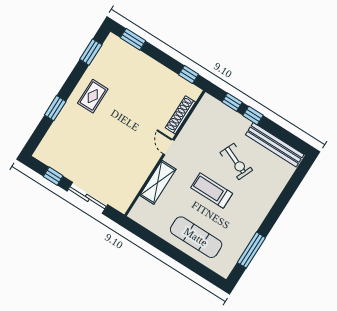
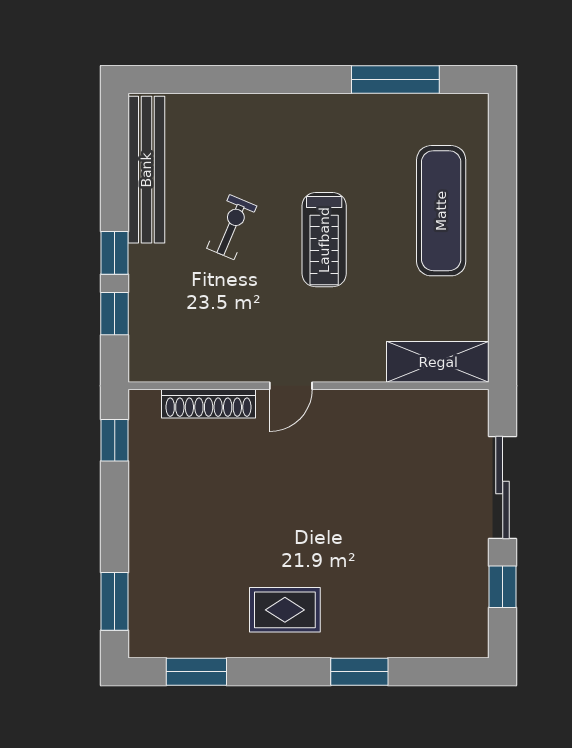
exercise bike: (236, 161) -> (232, 227), width x0.73, depth x0.72
shelving: (158, 182) -> (438, 362), moved

